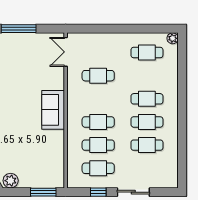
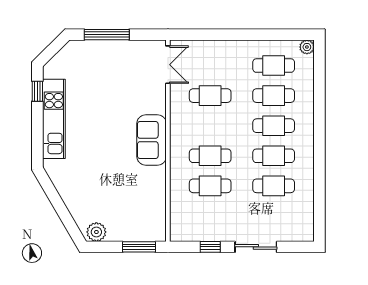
double door: (66, 52) -> (168, 65), swing flipped
cafe table: (98, 168) -> (274, 96), moved

